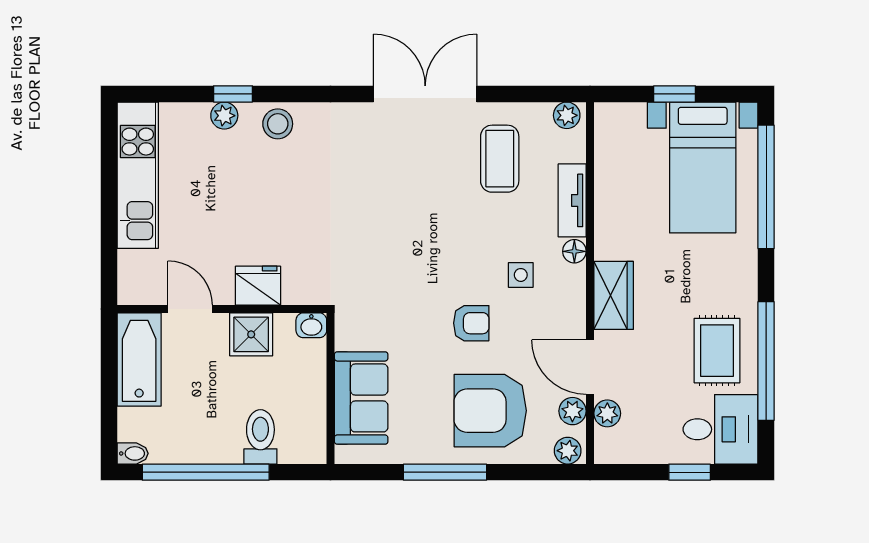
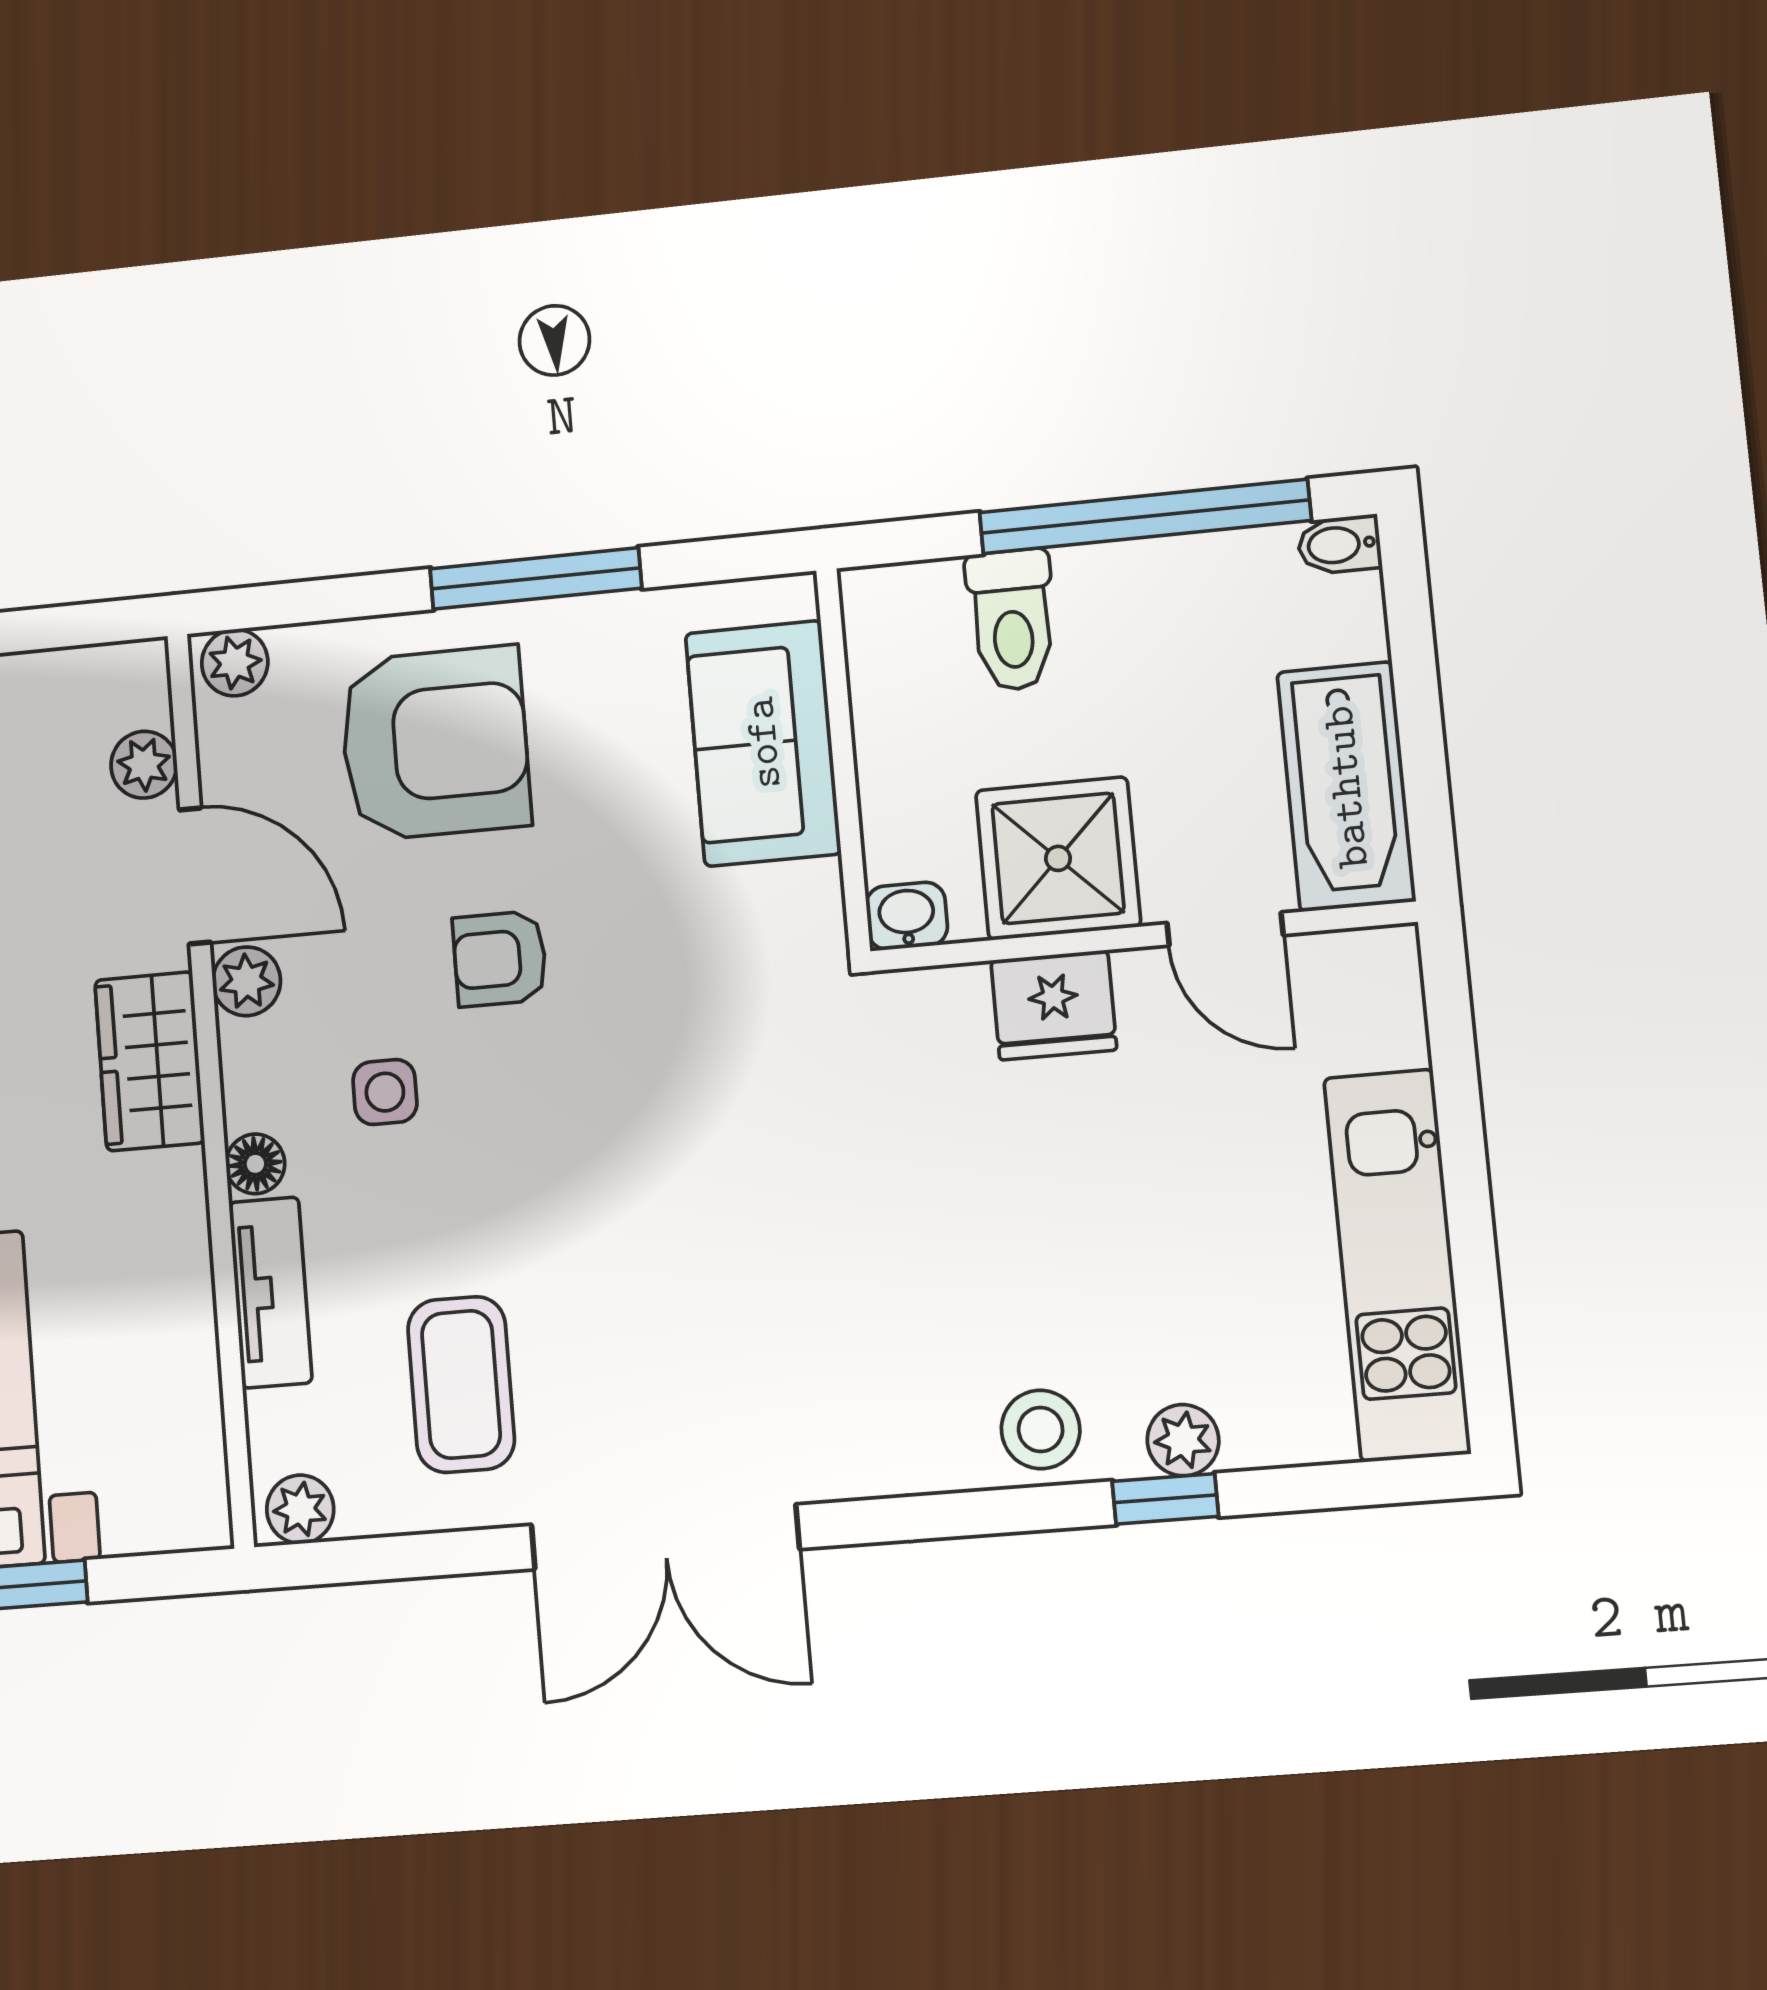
shower: (251, 334) -> (1058, 858), width x1.36, depth x1.36
plant: (572, 411) -> (247, 981), moved

